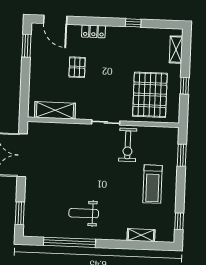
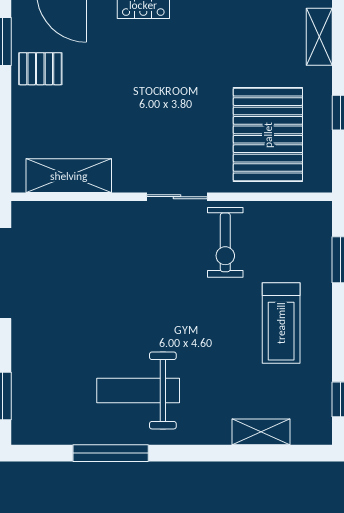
pallet: (77, 67) -> (40, 69), moved, turned 90
weight bench: (84, 213) -> (138, 390), width x1.36, depth x1.33
window: (69, 242) -> (111, 453), width x0.68

